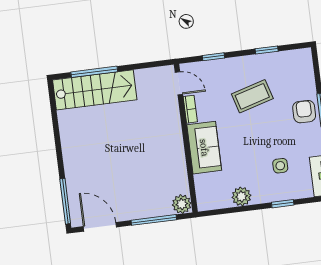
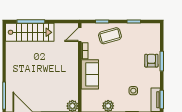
door: (179, 83) -> (80, 35), swing flipped
coffee table: (252, 96) -> (110, 36), moved

